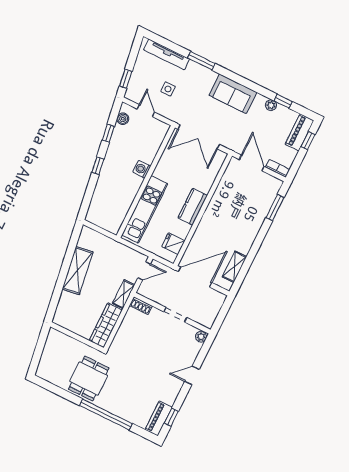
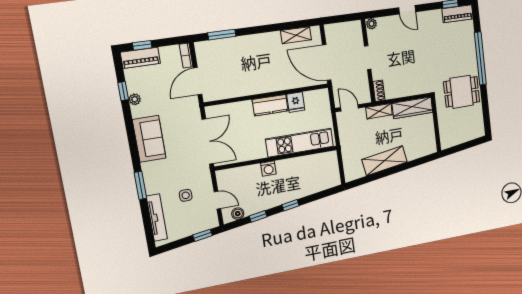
door: (146, 111) -> (217, 200), swing flipped
fridge: (173, 244) -> (296, 102), moved

